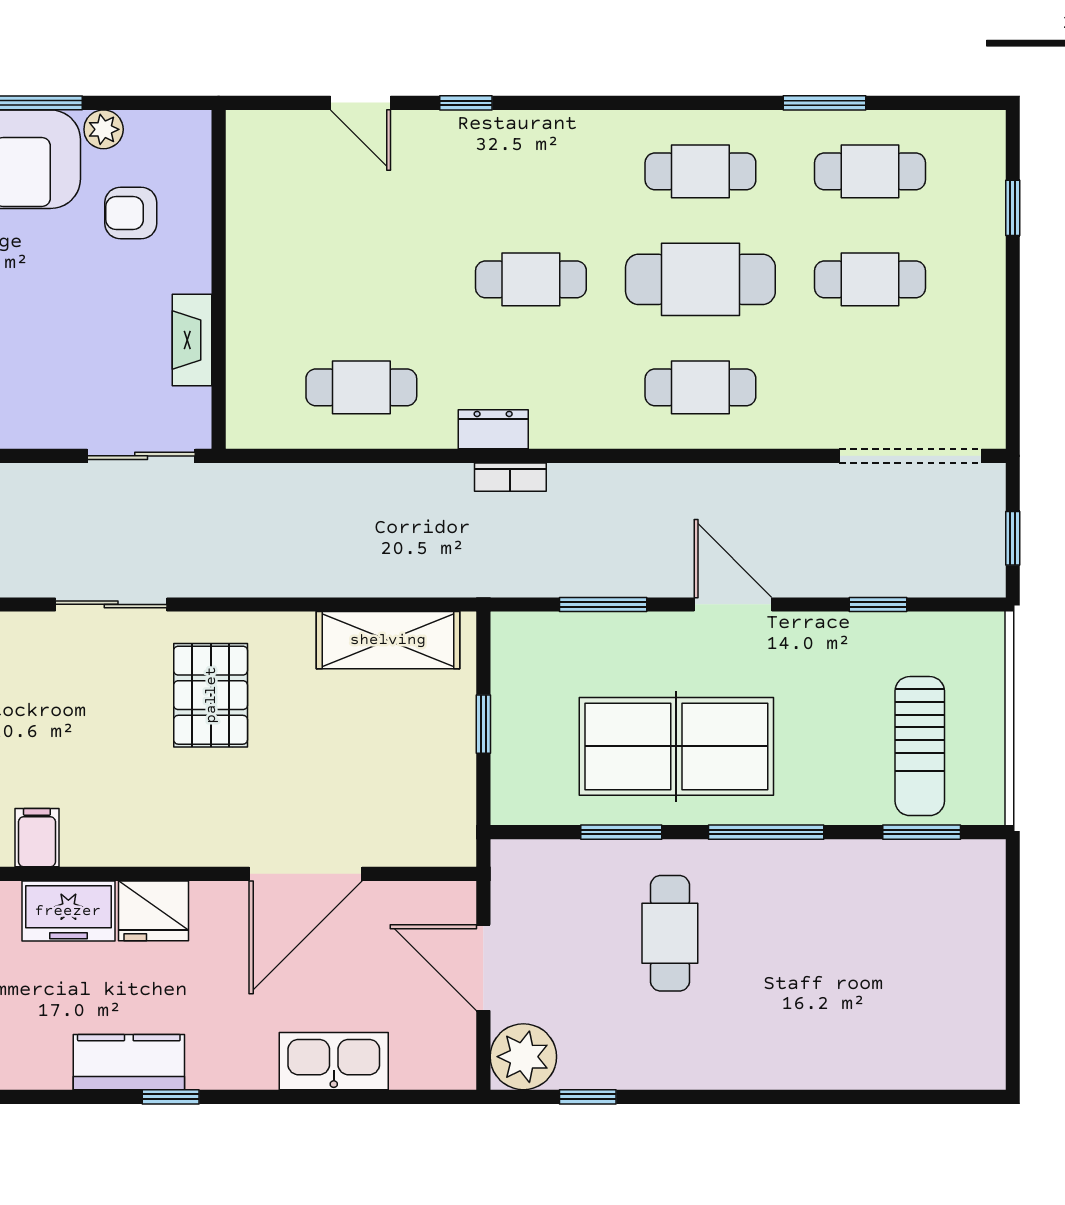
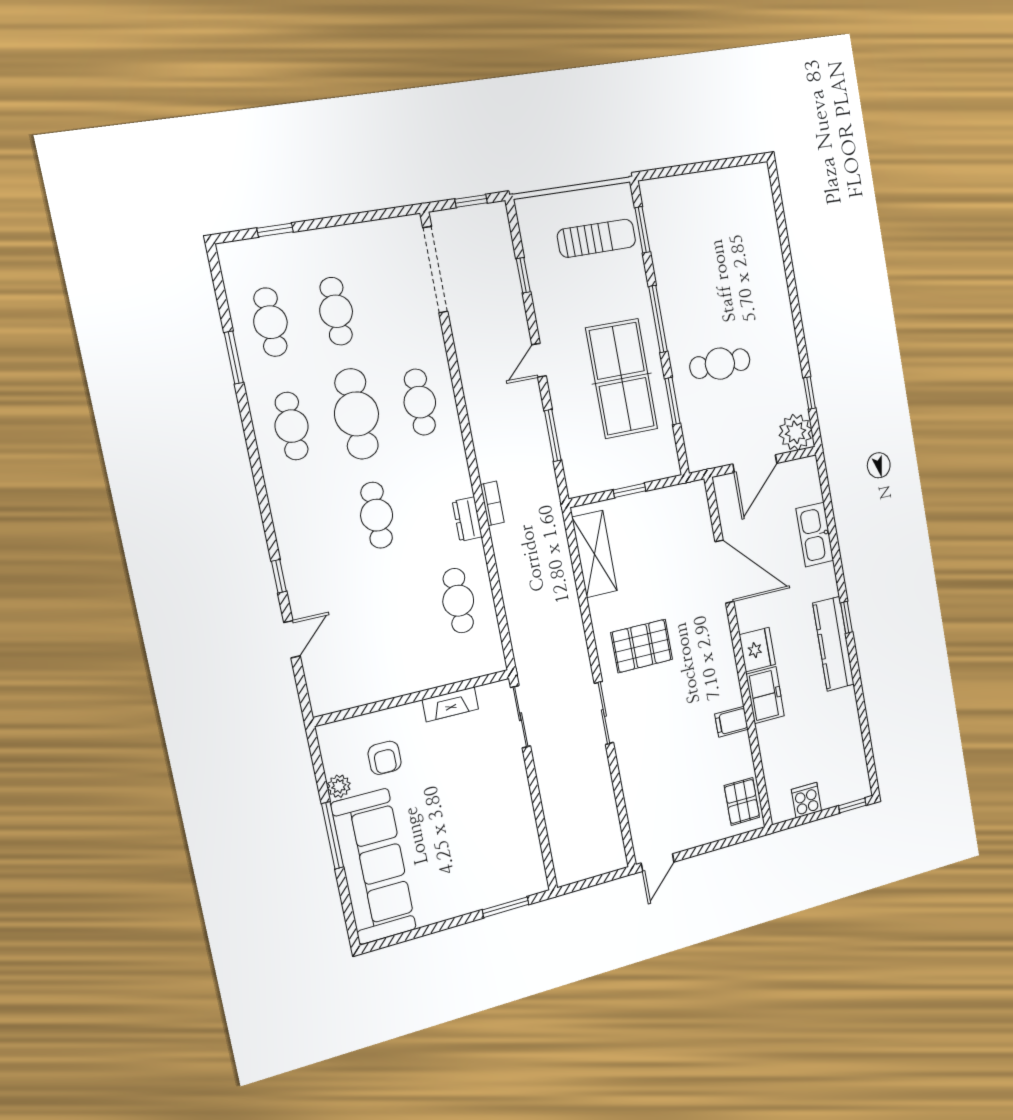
door: (733, 604) -> (539, 360), width x0.73
kitchen counter: (129, 1062) -> (833, 644), width x1.50

